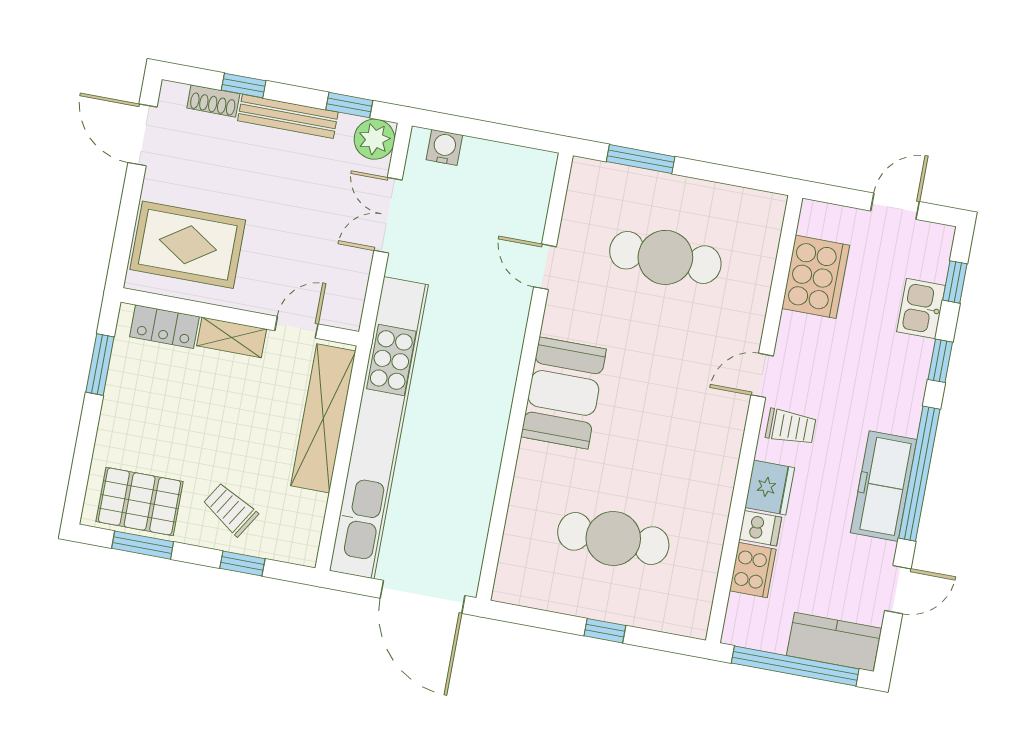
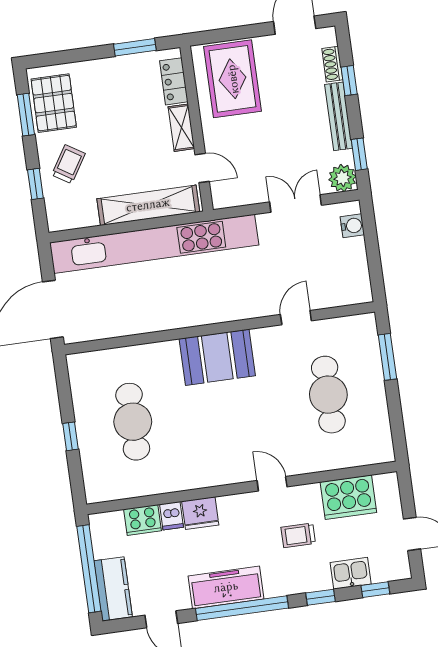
trolley: (791, 427) -> (298, 535), moved, turned 90

